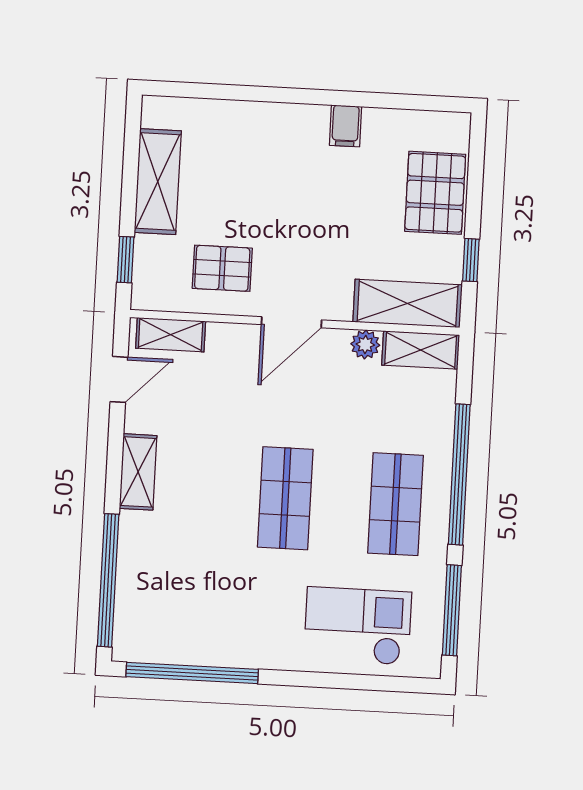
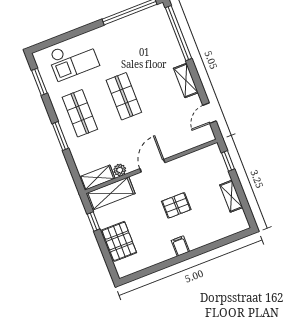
filing cabinet: (346, 126) -> (180, 246), moved
shelving: (158, 182) -> (231, 196), width x0.67, depth x0.75
pallet: (222, 268) -> (176, 205), moved
shelving: (171, 335) -> (197, 140), removed
window: (459, 474) -> (60, 136), width x0.47
window: (452, 610) -> (39, 82), width x0.69

